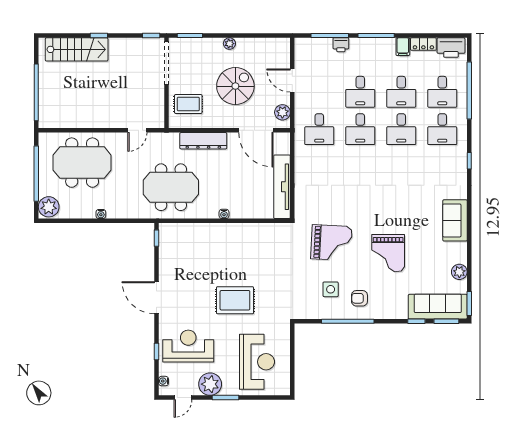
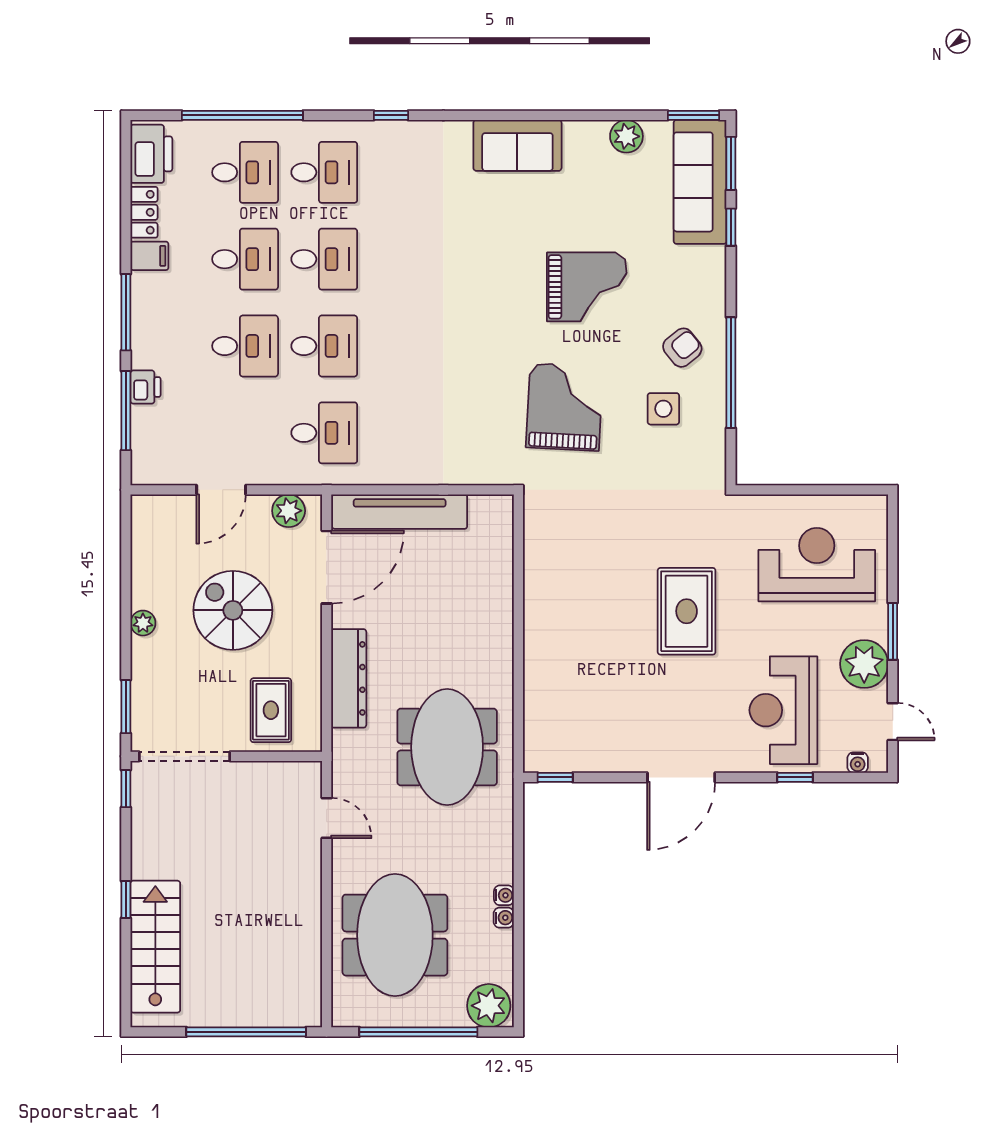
tv unit: (282, 187) -> (400, 512), moved
water cooler: (224, 214) -> (504, 918), moved
armchair: (359, 298) -> (682, 348), turned -129

